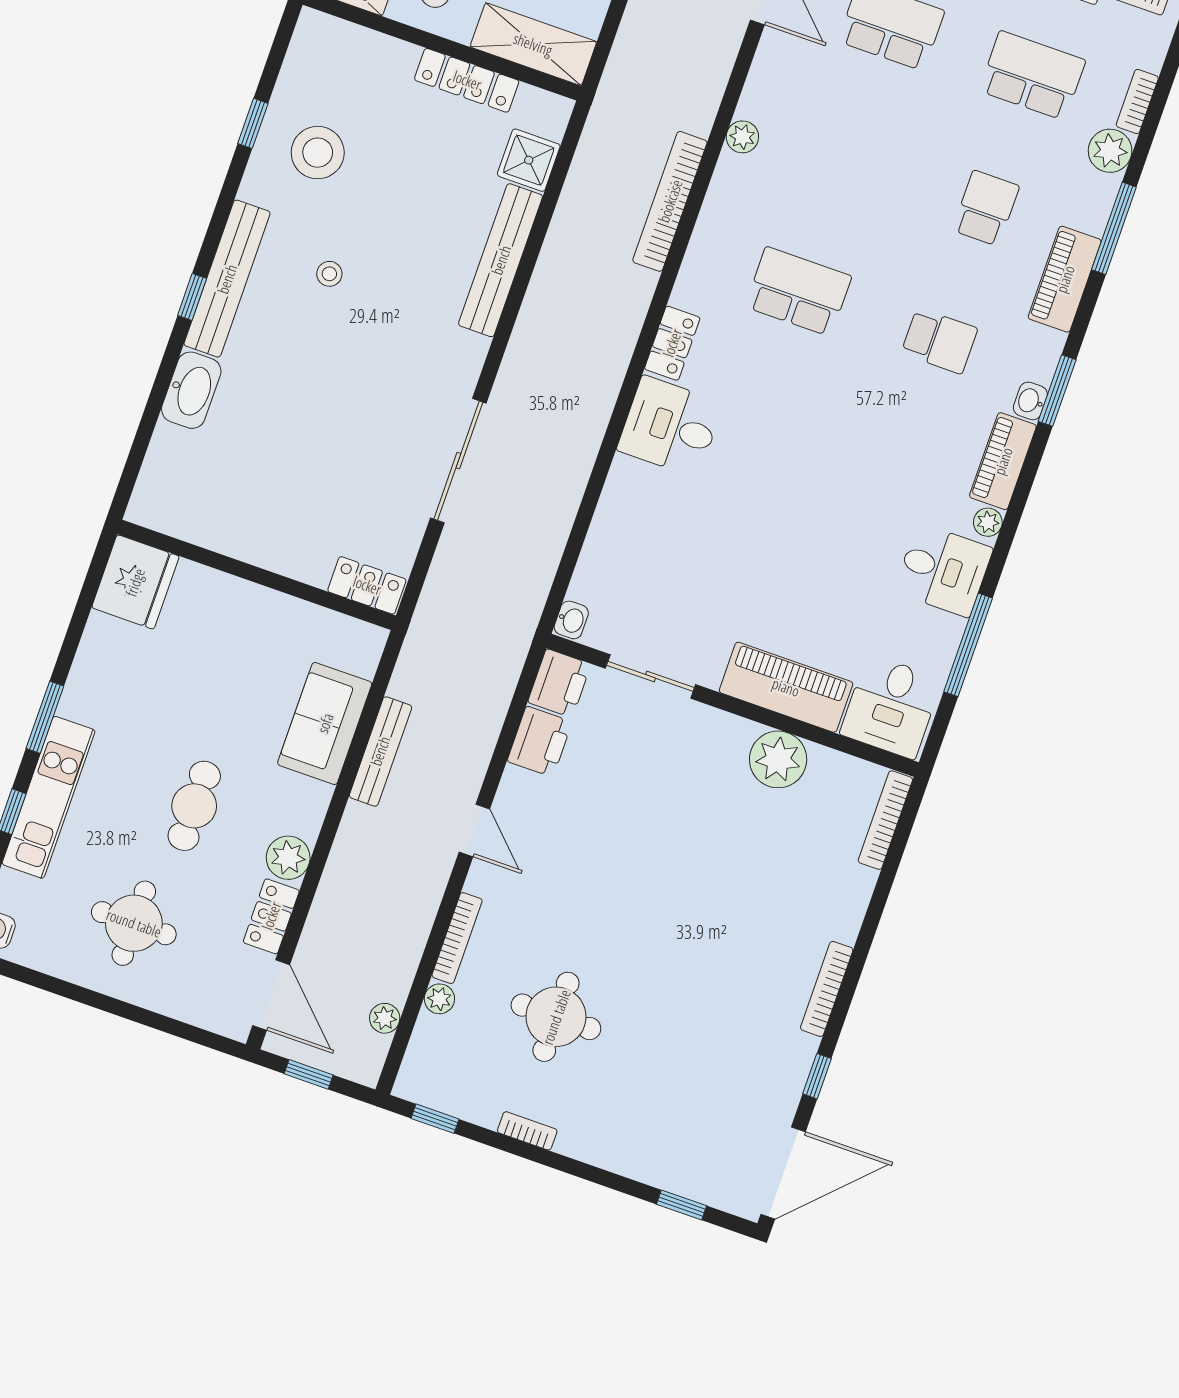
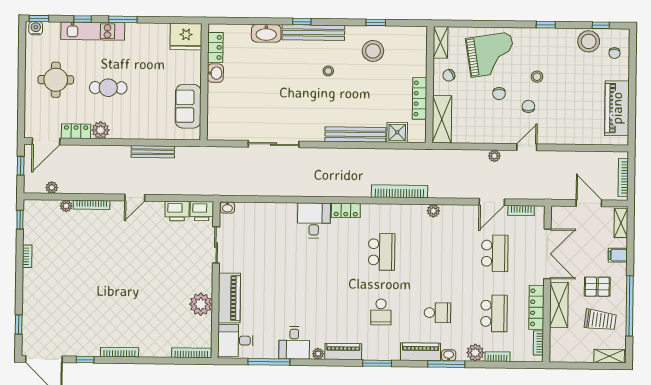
washbasin: (1030, 401) -> (449, 355), moved
washbasin: (245, 542) -> (215, 73), added
locker: (367, 585) -> (215, 47), moved
sofa: (325, 723) -> (188, 106), moved, turned -90
round table: (556, 1017) -> (74, 253), removed

